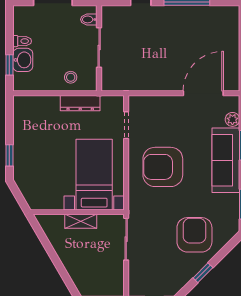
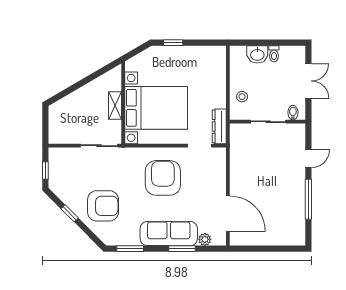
window: (9, 65) -> (253, 43), removed
dresser: (80, 103) -> (219, 126), moved
bed with nightstands: (94, 175) -> (156, 108), width x1.36

